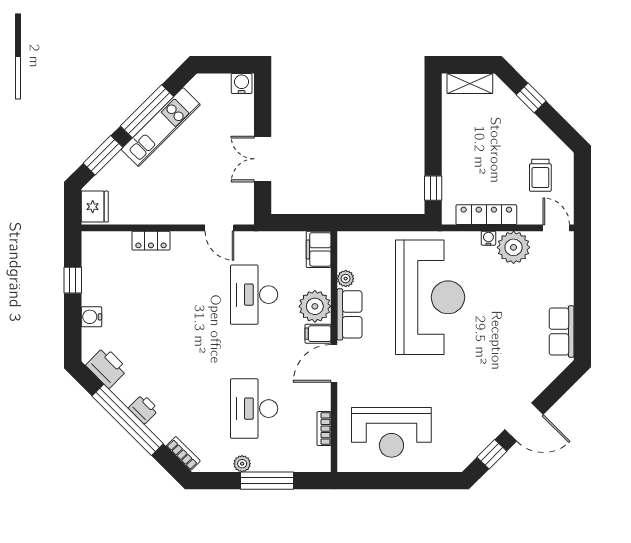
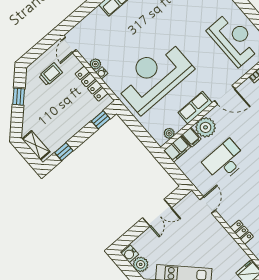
plant: (218, 85) -> (141, 264), added
window: (531, 98) -> (19, 97), moved
window: (433, 111) -> (64, 152), added
plant: (514, 247) -> (95, 64), width x0.53, depth x0.53
plant: (346, 279) -> (169, 133), moved
desk: (254, 295) -> (225, 161), turned 180
filing cabinet: (318, 334) -> (191, 137), moved

